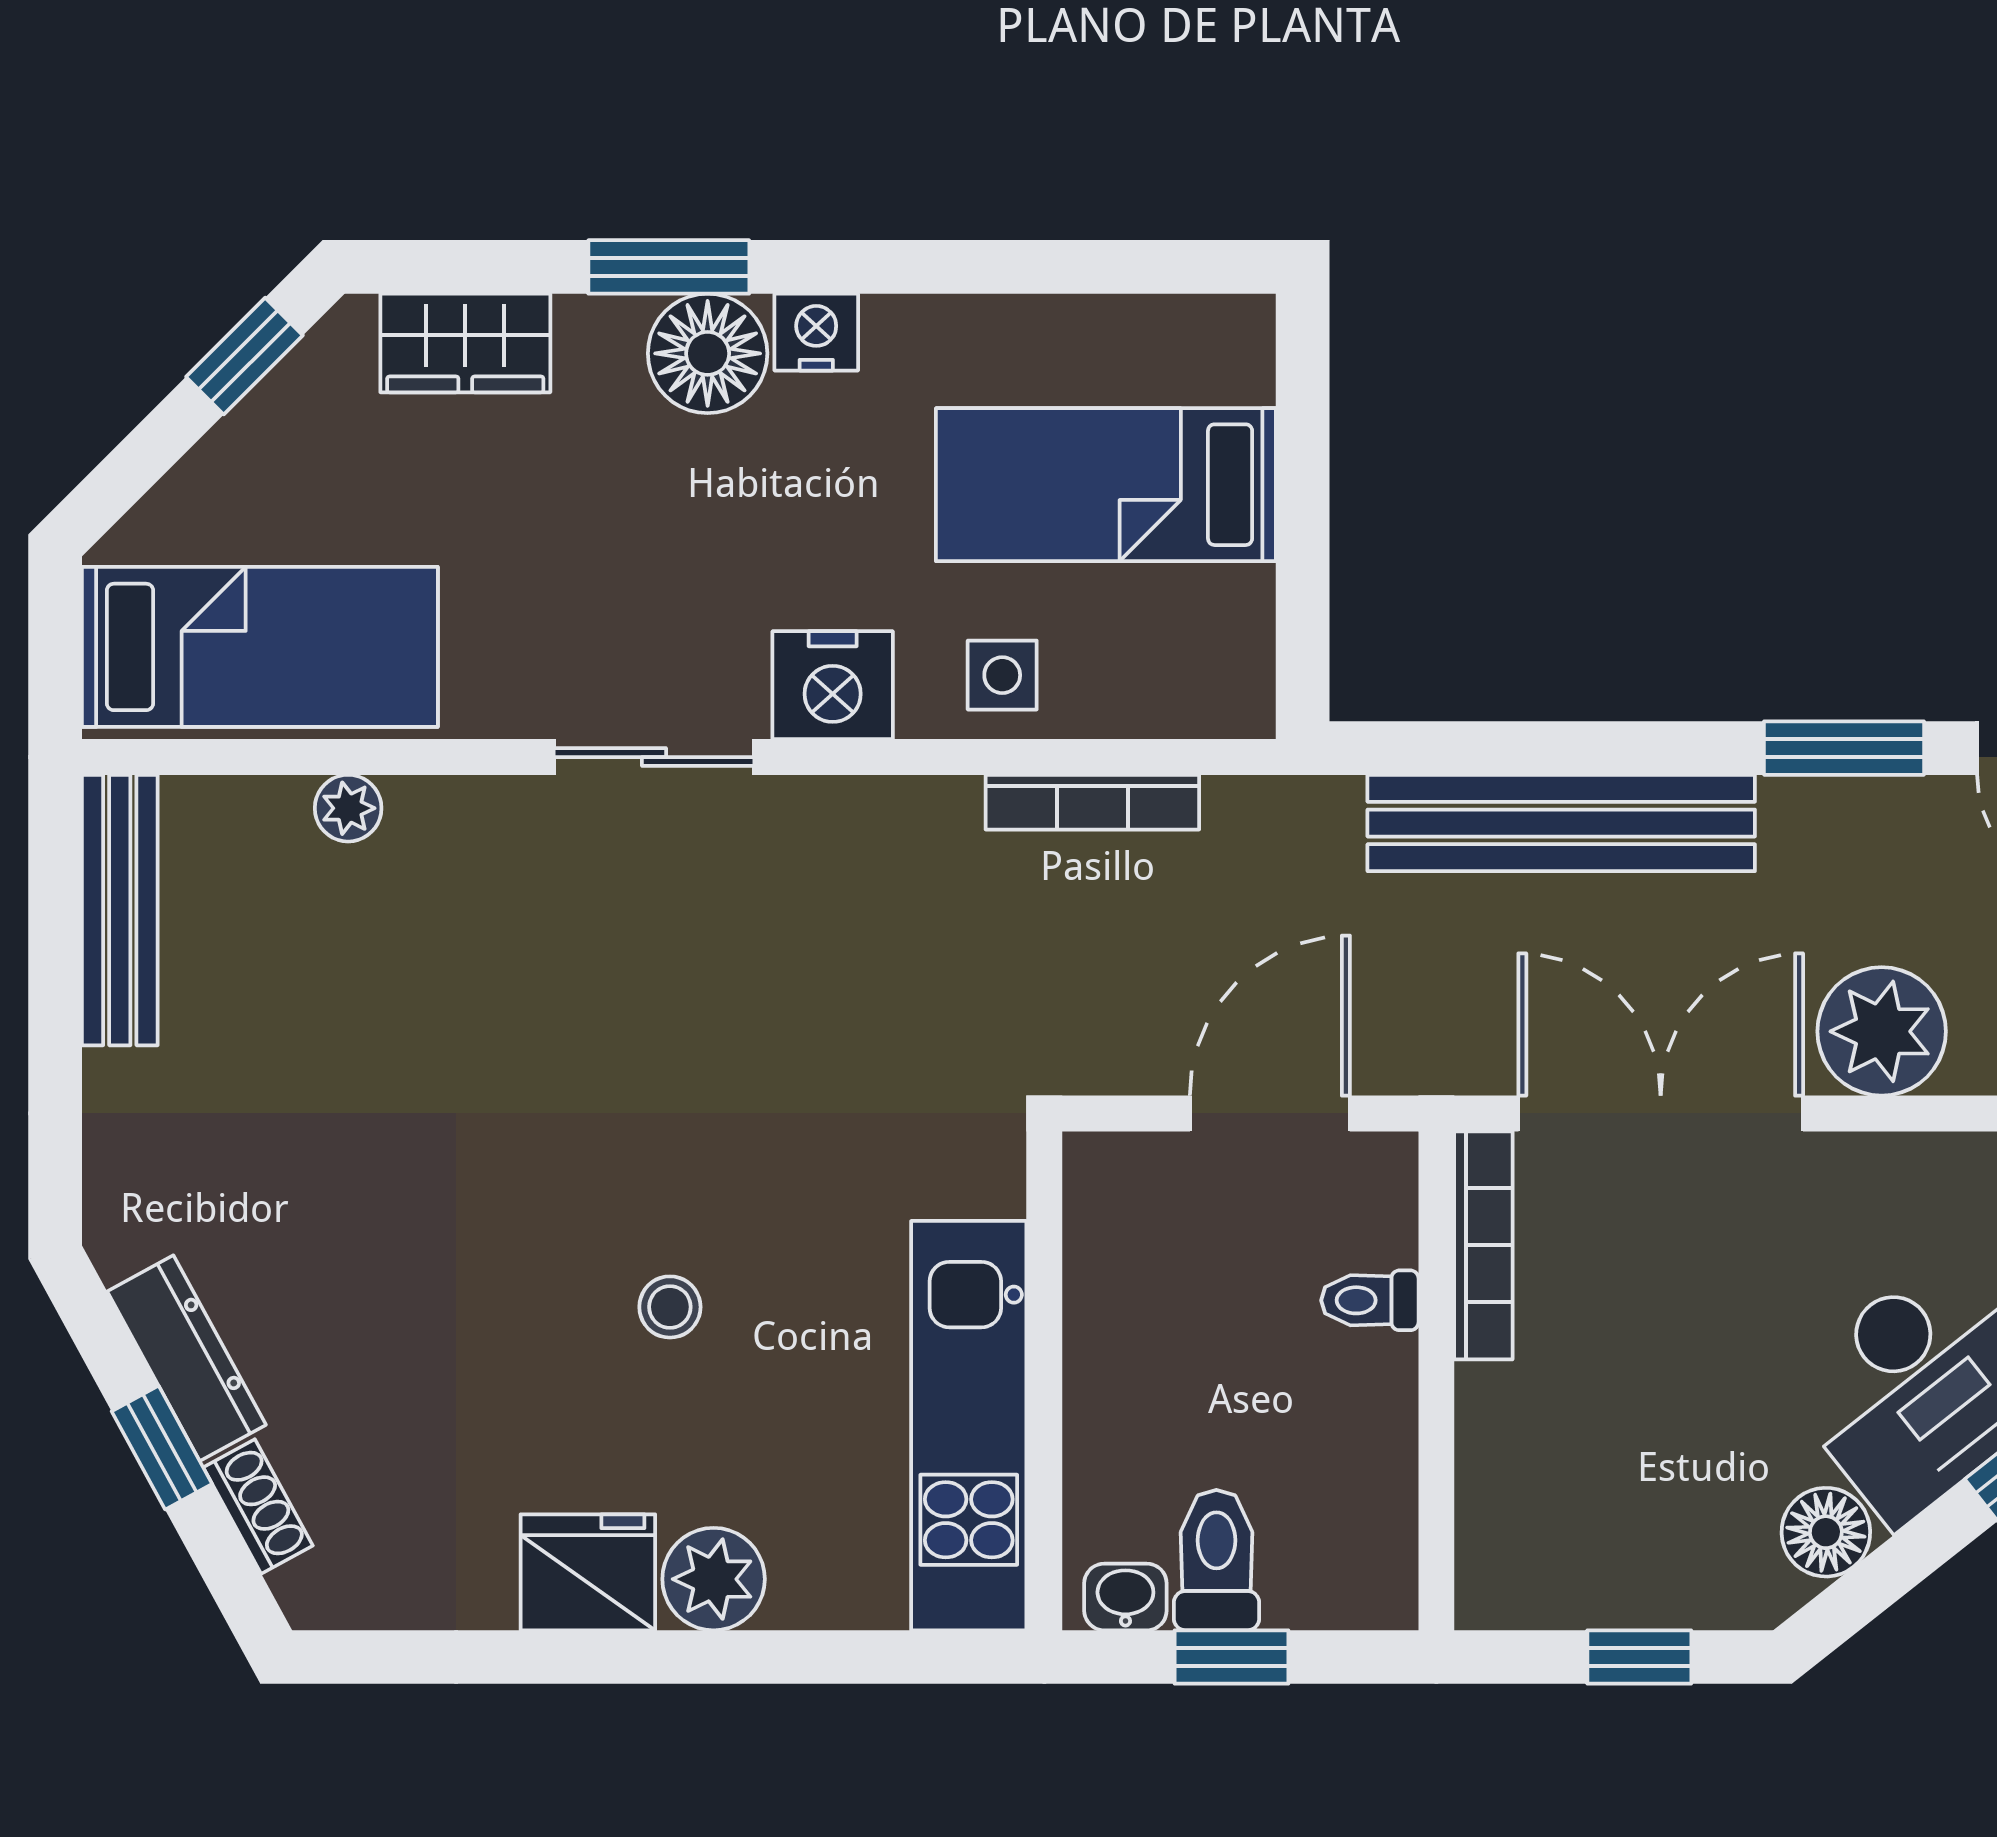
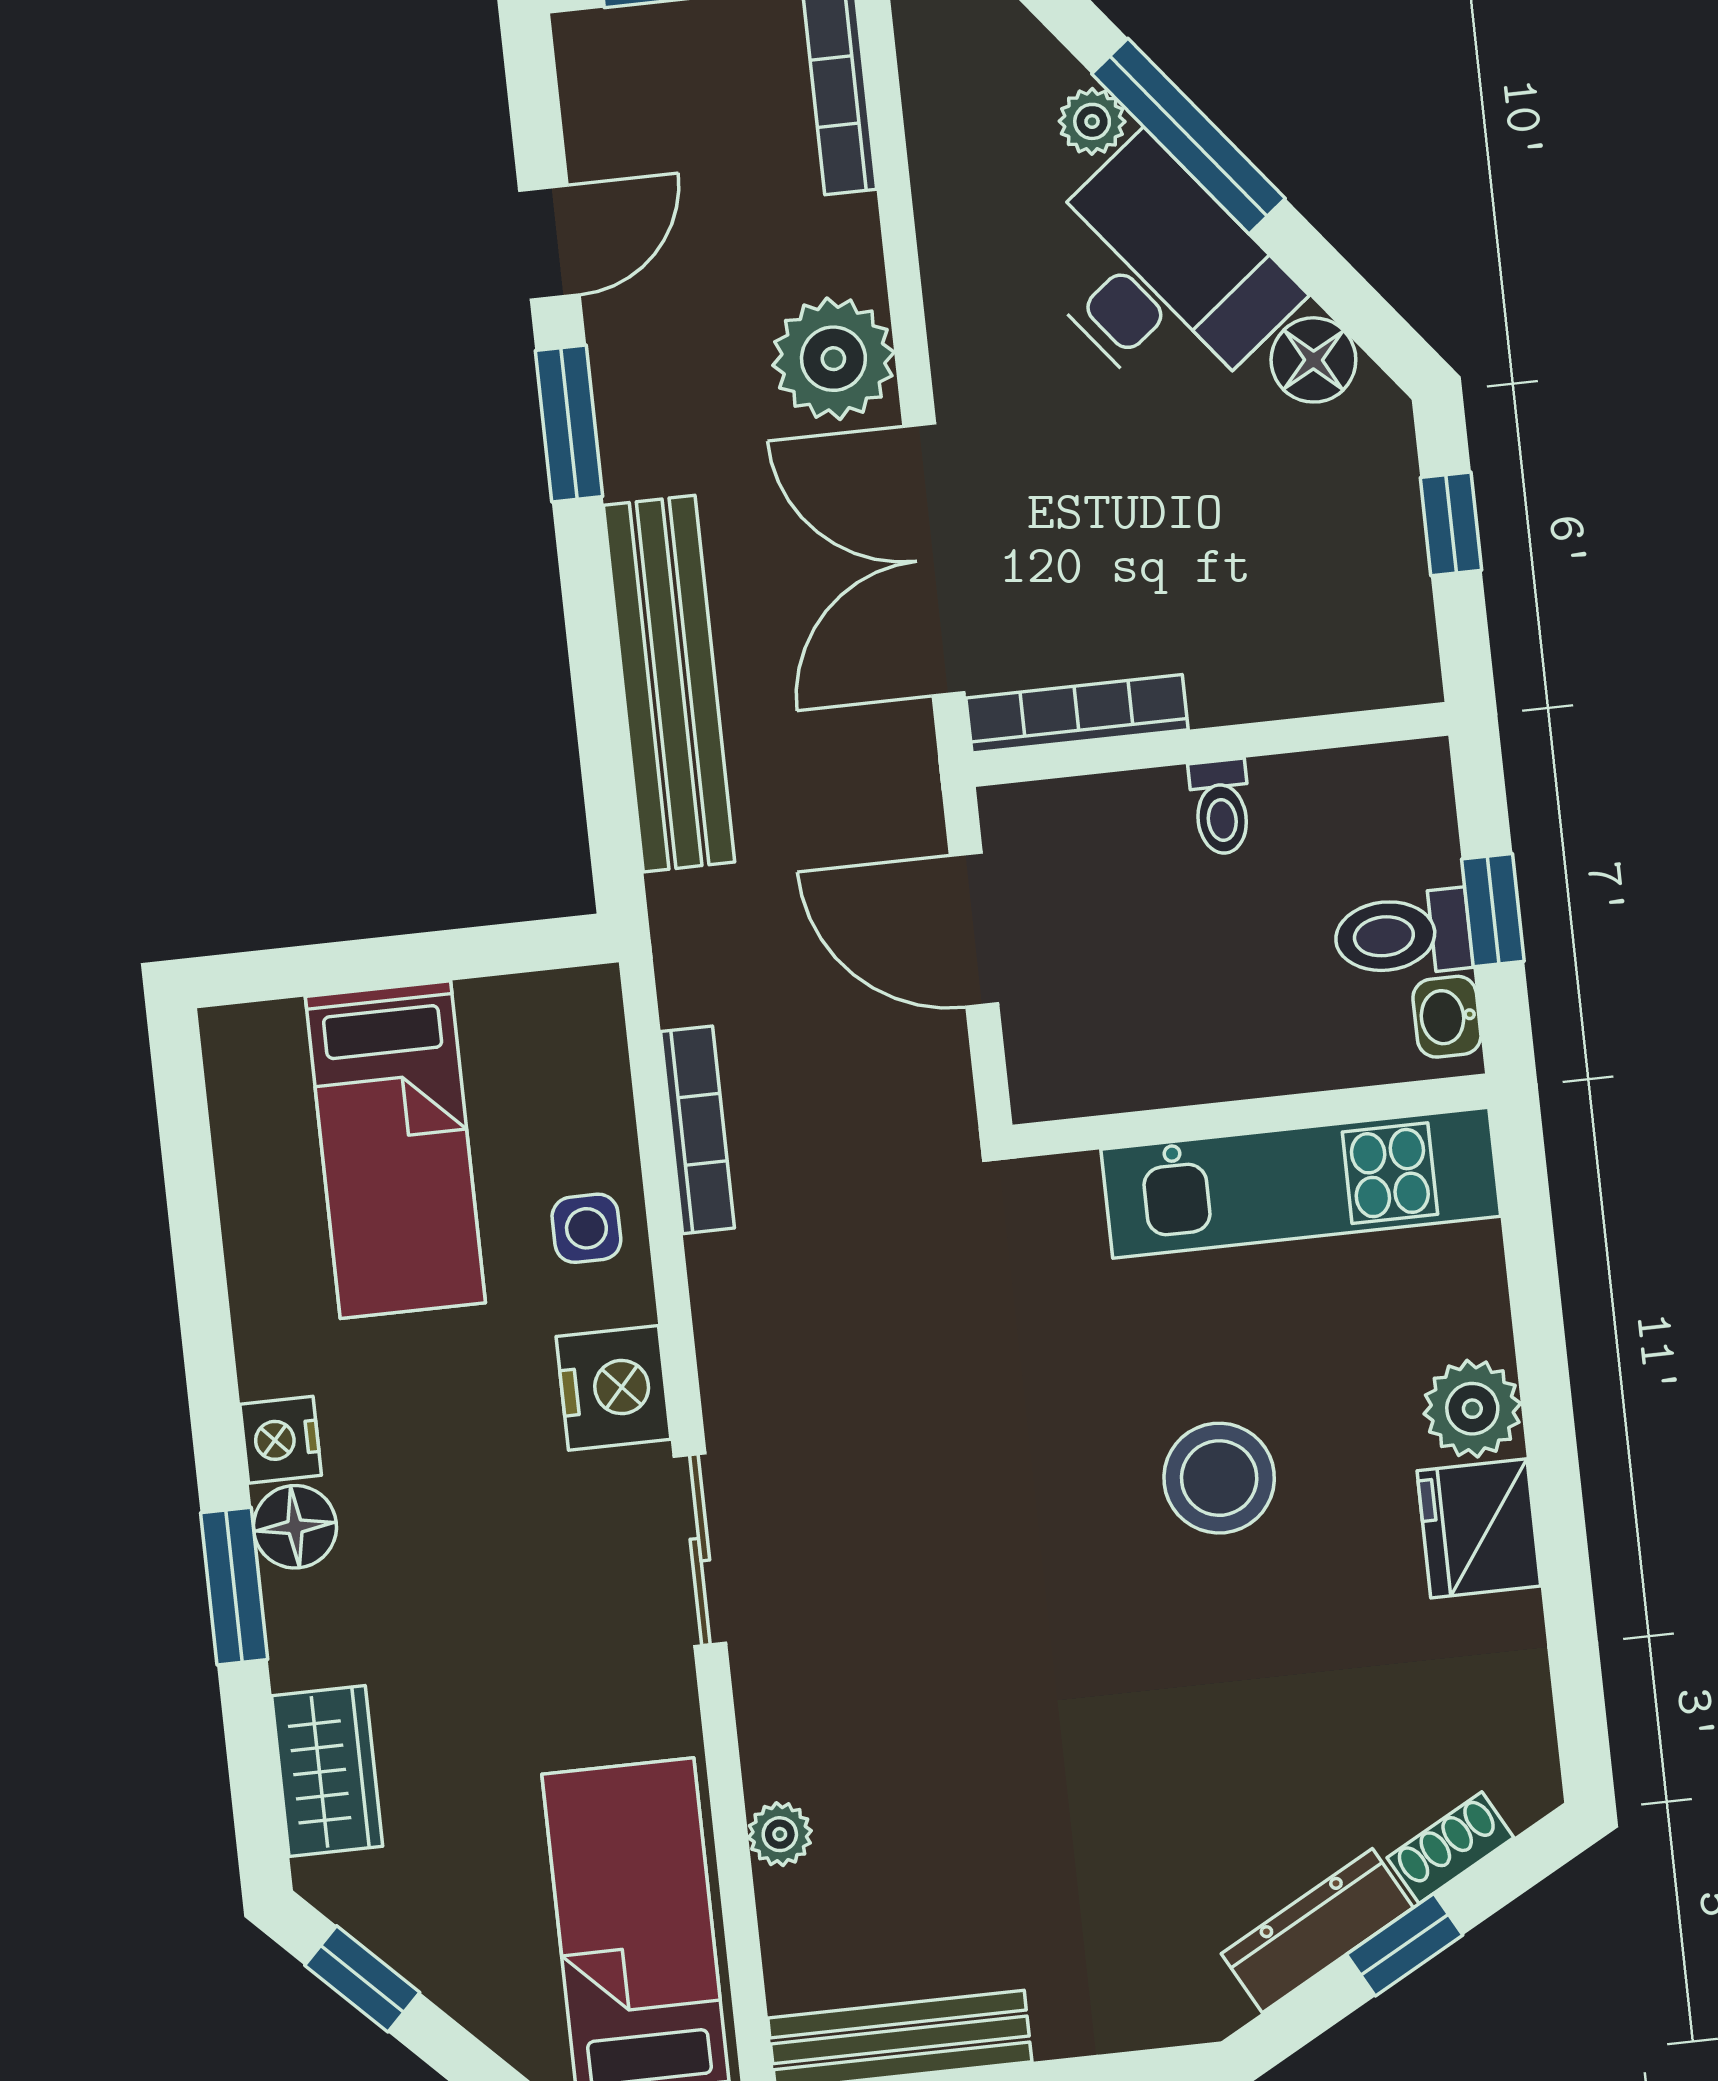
floor lamp: (708, 353) -> (295, 1527), width x0.73, depth x0.73
toilet: (1370, 1300) -> (1221, 807), moved
stool: (670, 1307) -> (1219, 1478), width x1.89, depth x1.89

